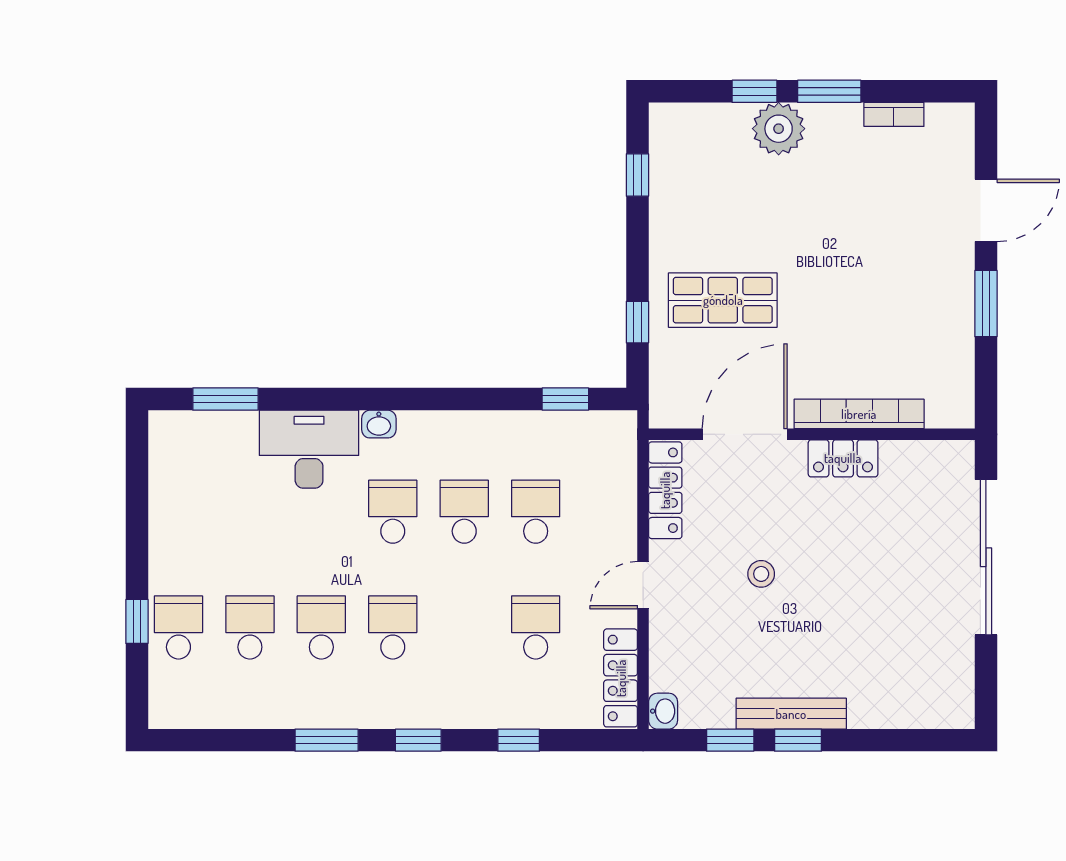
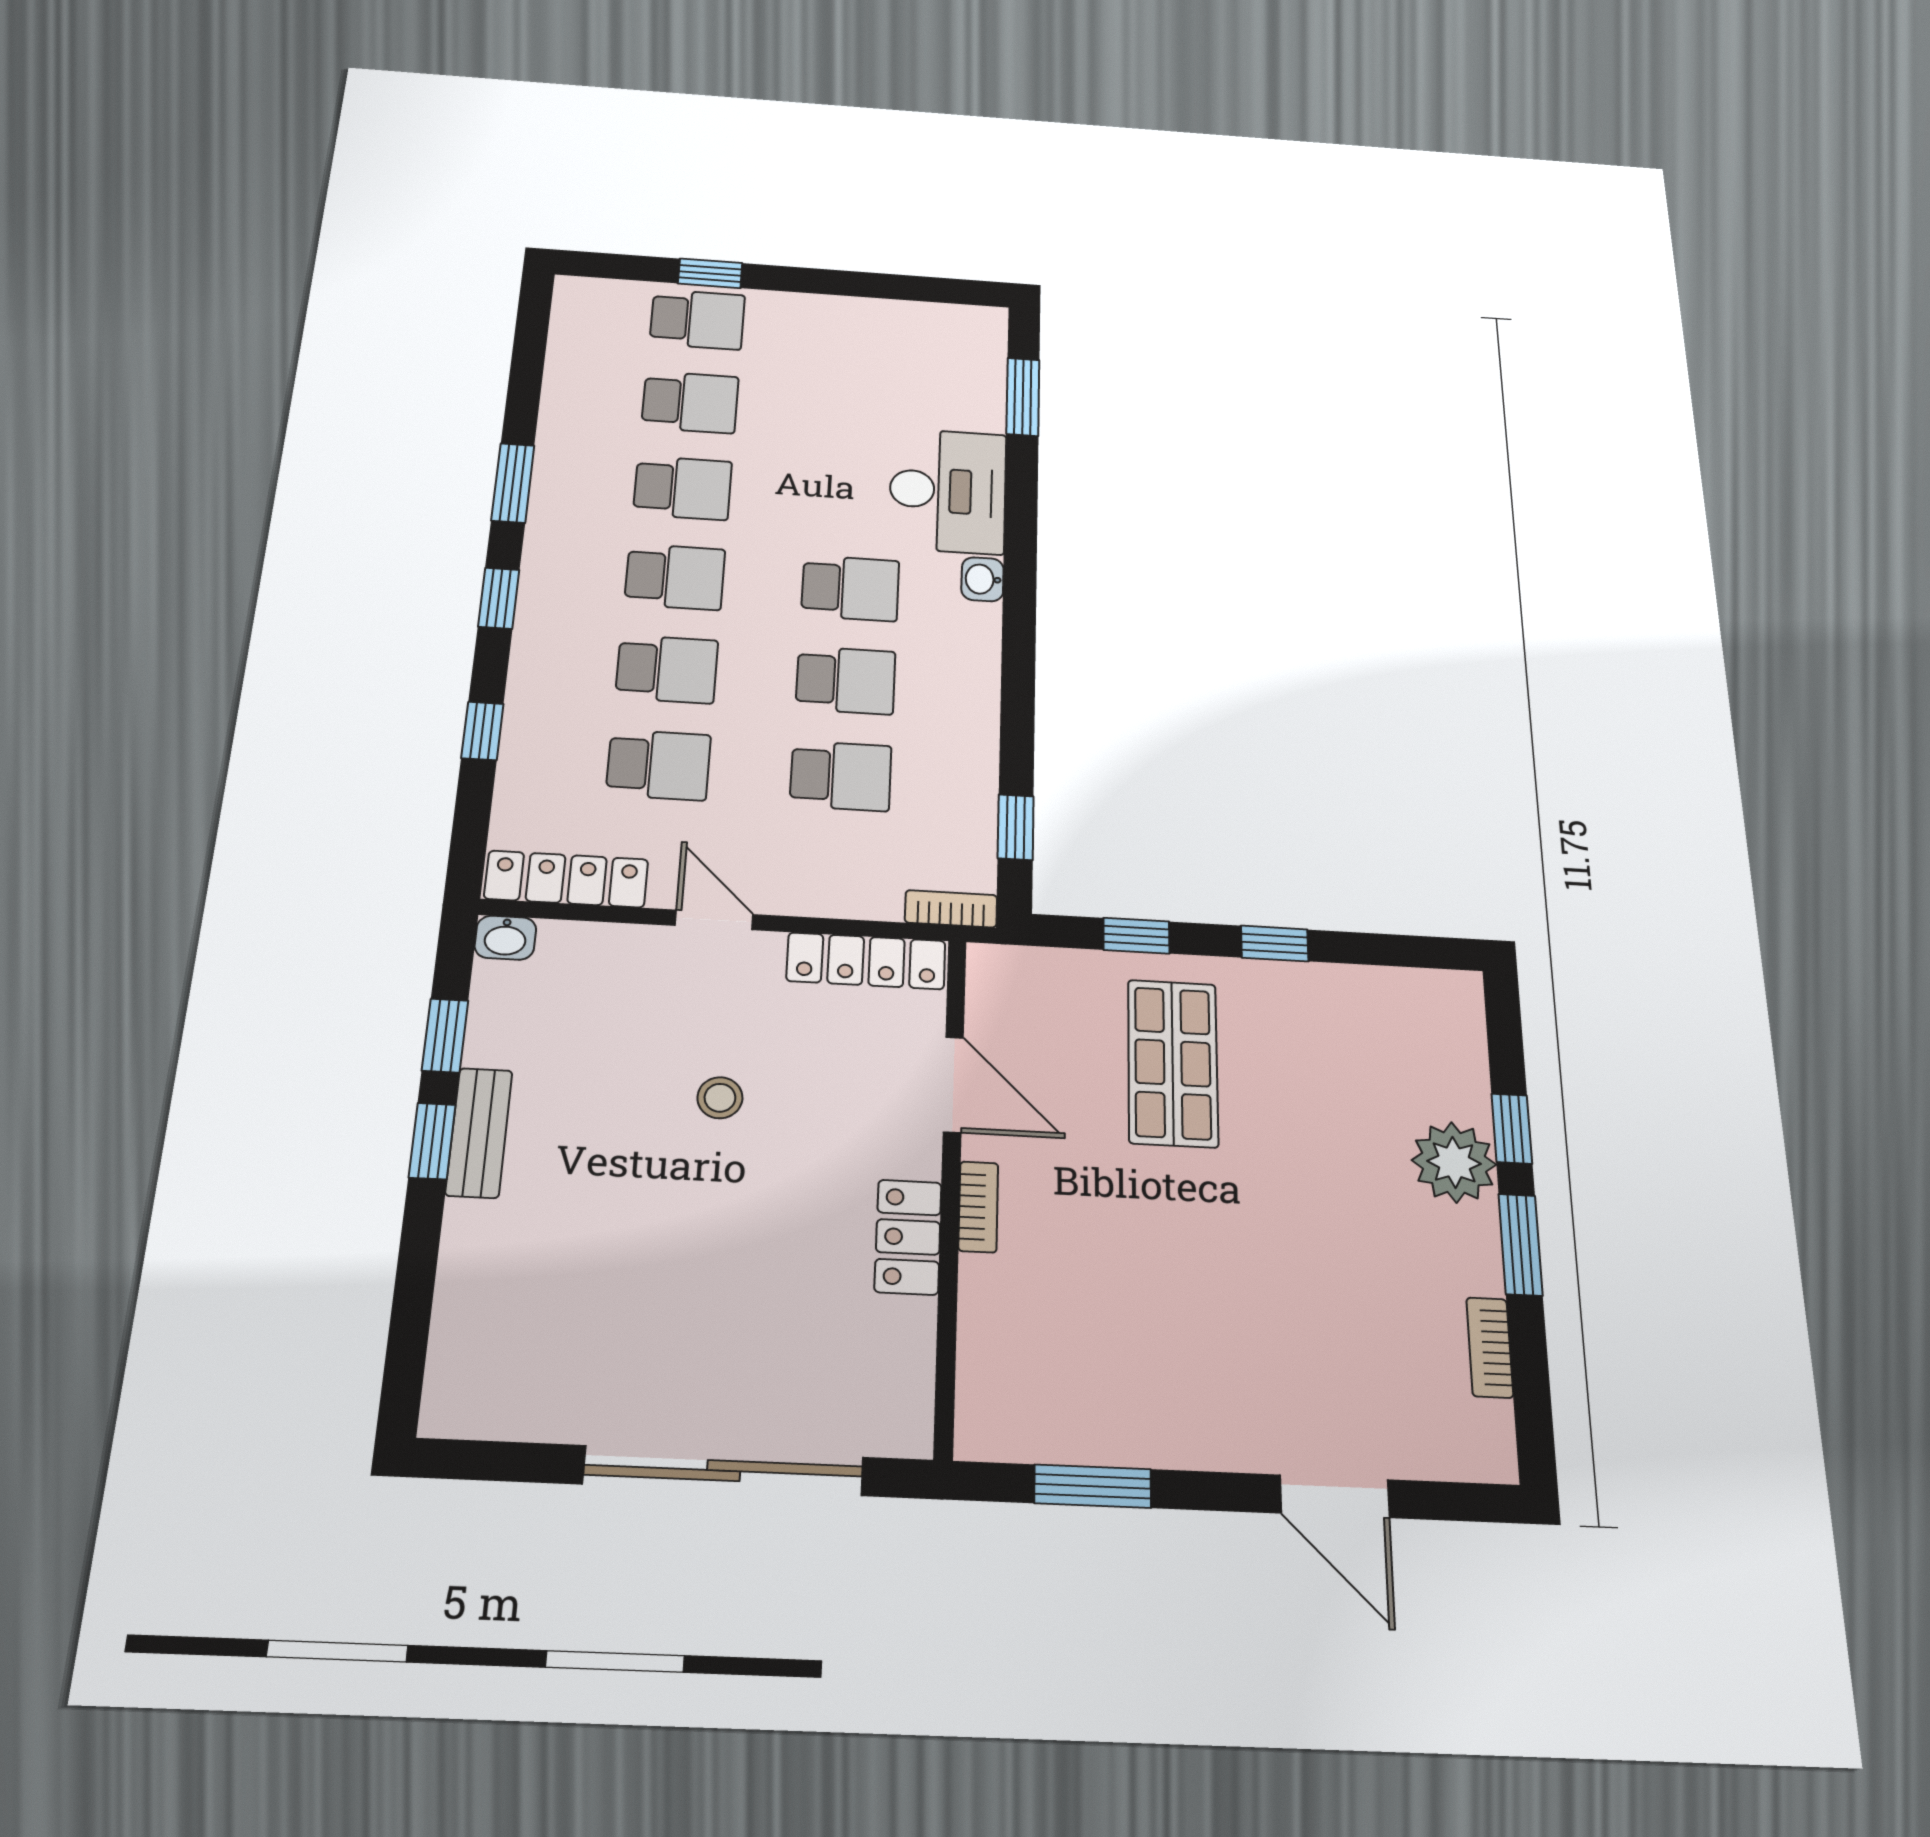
window: (637, 175) -> (1275, 944), moved
window: (986, 304) -> (1093, 1486), moved
bookcase: (859, 414) -> (978, 1207), width x0.43, depth x0.76
door: (745, 434) -> (953, 1085), width x0.73
bookcase: (626, 439) -> (951, 909), added
school desk: (464, 627) -> (667, 669), added
bench: (791, 714) -> (479, 1133), width x0.73

